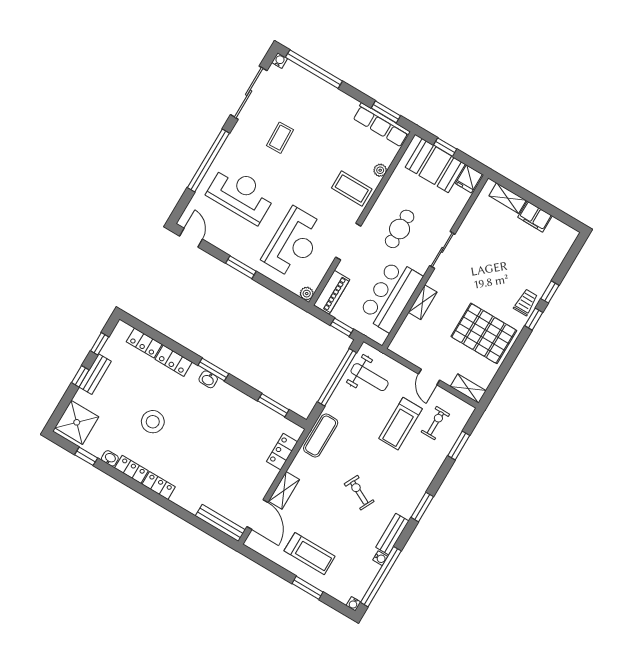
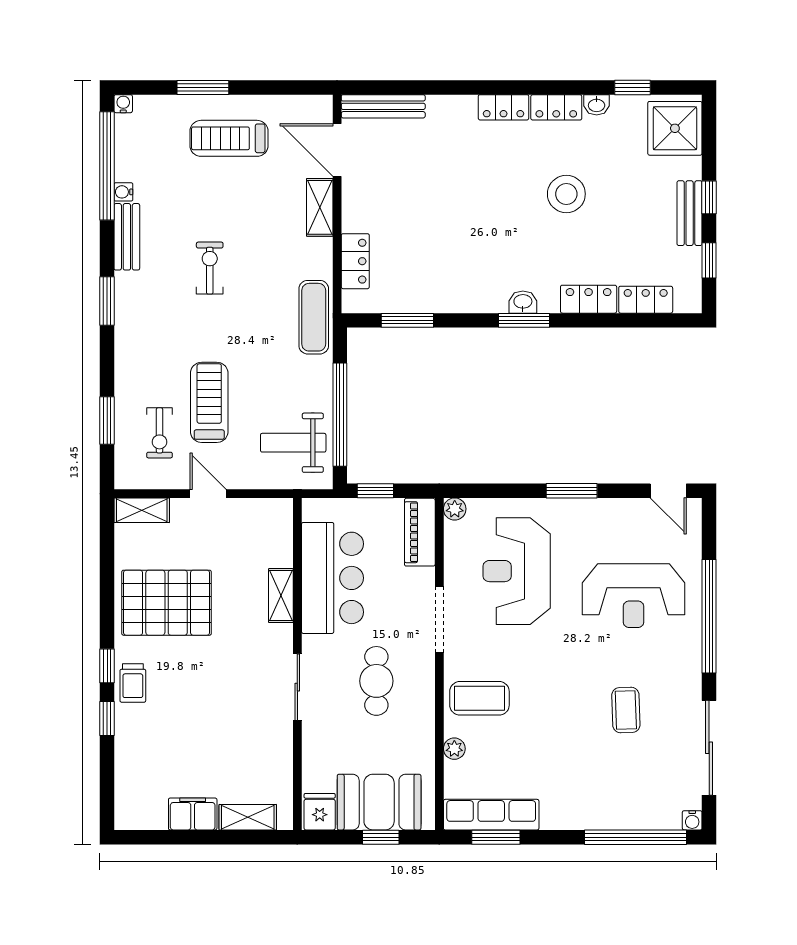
exercise bike: (359, 493) -> (210, 268), turned -117

